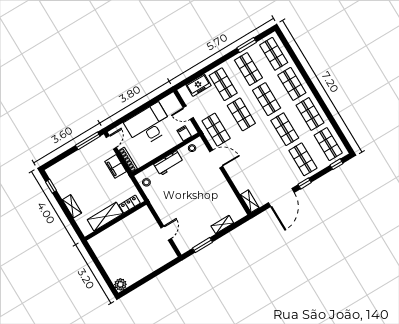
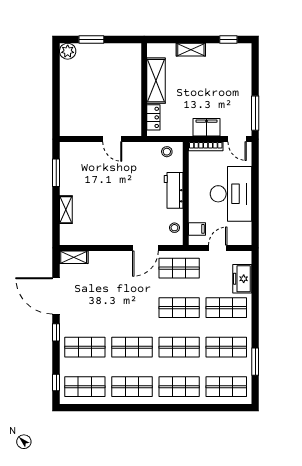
door: (166, 233) -> (112, 139), moved
window: (104, 274) -> (91, 40), added

